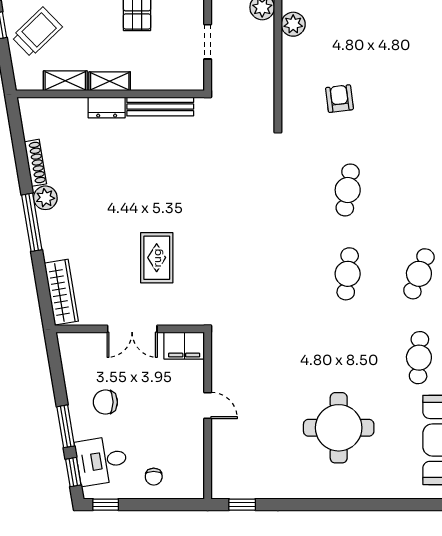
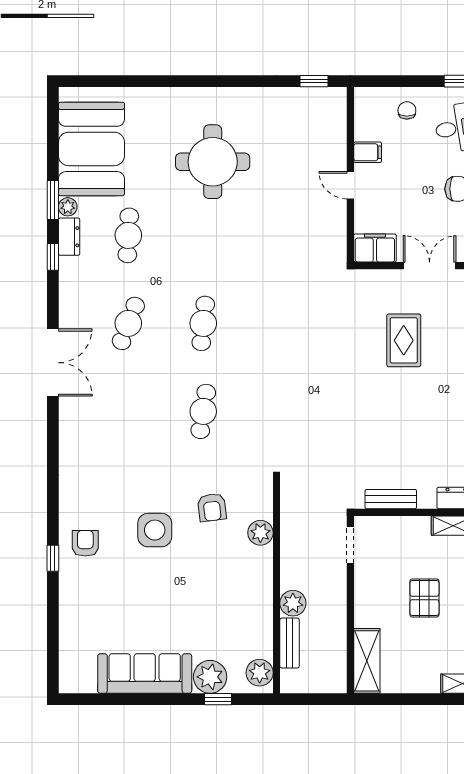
plant: (293, 24) -> (260, 533), moved
doorway: (208, 42) -> (350, 545), moved
side table: (394, 77) -> (155, 530), added
bench: (160, 107) -> (391, 499), width x0.73
filing cabinet: (191, 437) -> (368, 152), added

